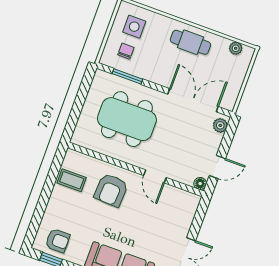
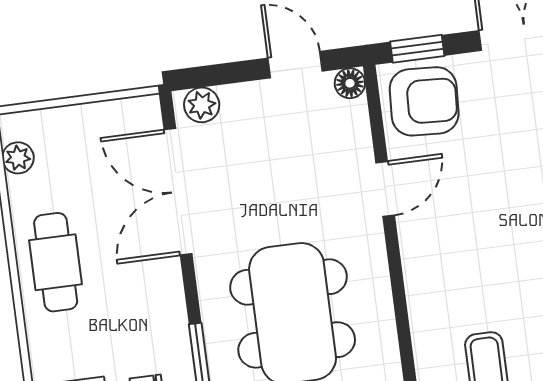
armchair: (111, 190) -> (424, 101), moved
window: (200, 215) -> (417, 49), added

